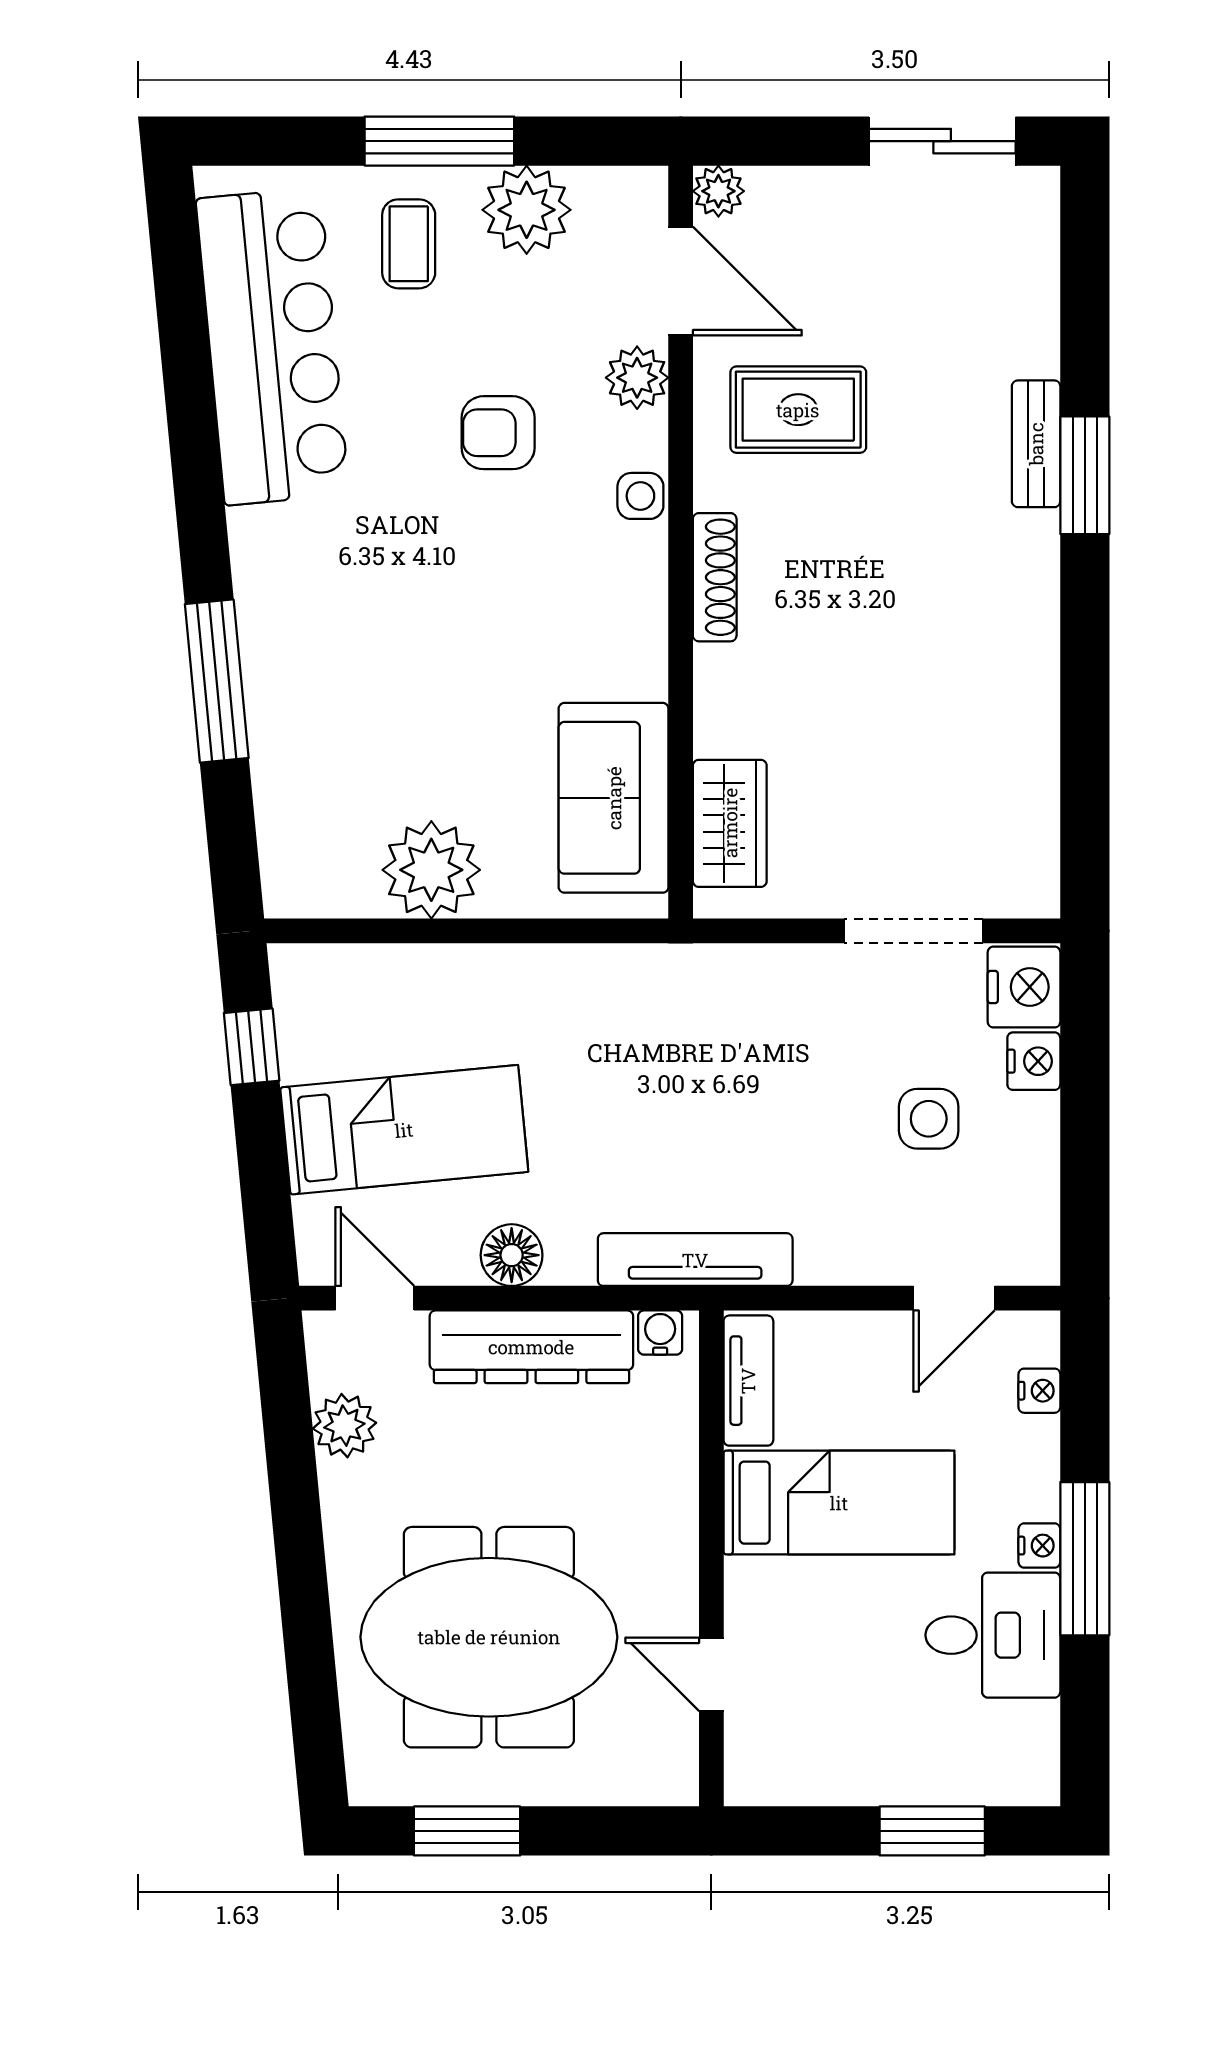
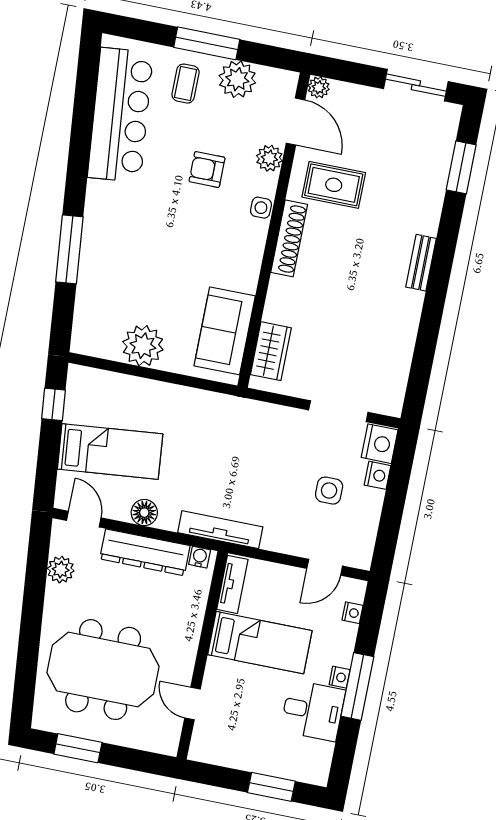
bench: (1036, 444) -> (421, 263), moved
window: (1085, 475) -> (461, 167), moved
shoe rack: (715, 577) -> (289, 238), width x1.36, depth x1.24

